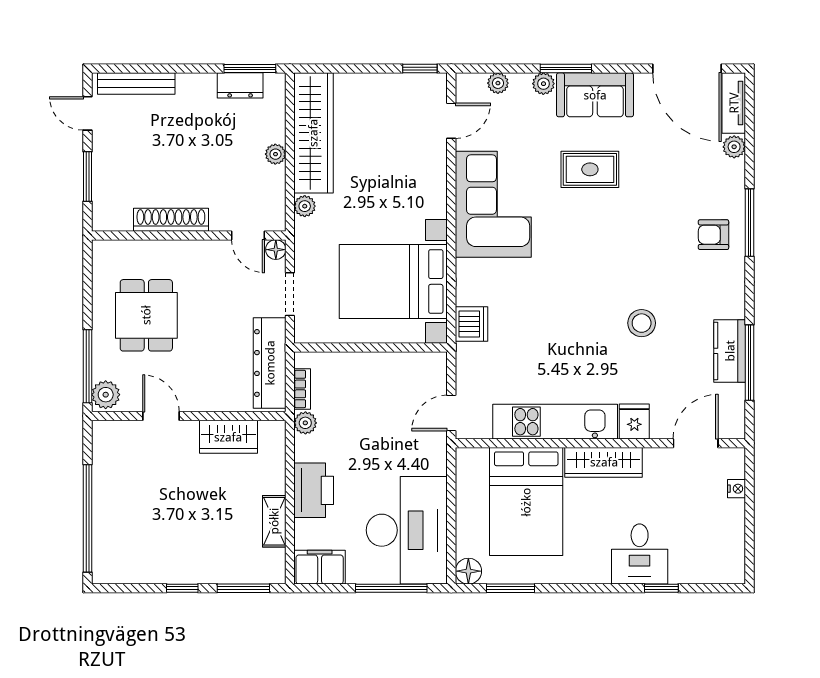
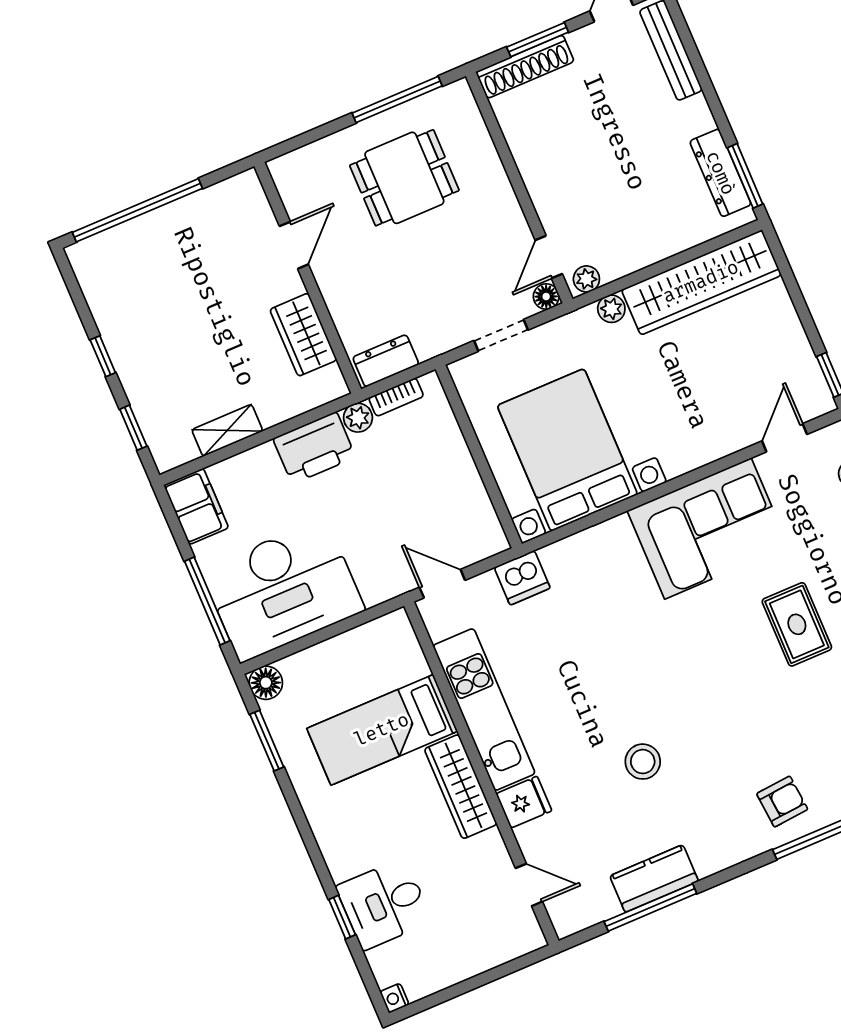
dresser: (240, 85) -> (720, 173), width x1.44
door: (451, 121) -> (784, 438), swing flipped
plant: (275, 154) -> (586, 279), moved
shoe rack: (171, 220) -> (525, 67), moved, turned 90
armchair: (713, 235) -> (782, 802), turned 85
dishwasher: (472, 324) -> (522, 578), moved
dresser: (270, 363) -> (386, 361), width x0.51, depth x0.80
window: (87, 366) -> (397, 100), moved
plant: (106, 395) -> (291, 170), removed
door: (696, 443) -> (529, 885), width x0.73
nightstand: (737, 489) -> (394, 998), moved, turned 90
printer: (314, 490) -> (314, 448), moved
bed: (526, 502) -> (382, 730), width x0.67
desk: (640, 554) -> (384, 904), moved
window: (243, 588) -> (133, 428), width x0.67

